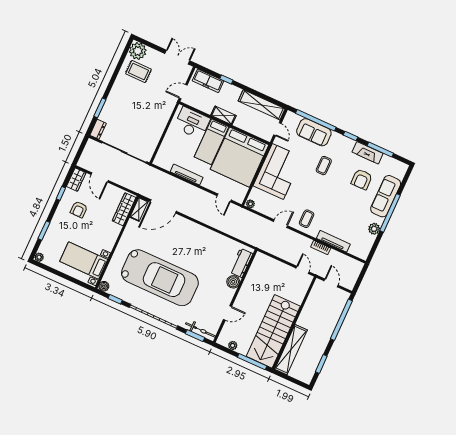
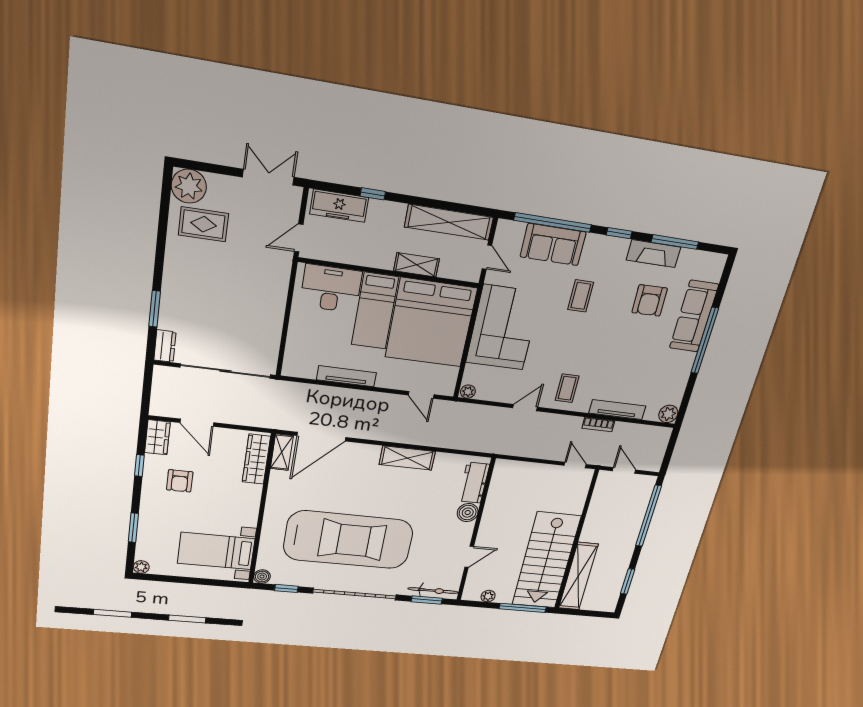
shelving: (223, 115) -> (417, 265), moved
plant: (374, 229) -> (668, 414), moved
shelving: (207, 235) -> (407, 458), added

